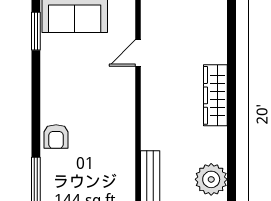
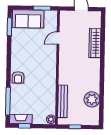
wardrobe: (215, 95) -> (95, 43), moved

